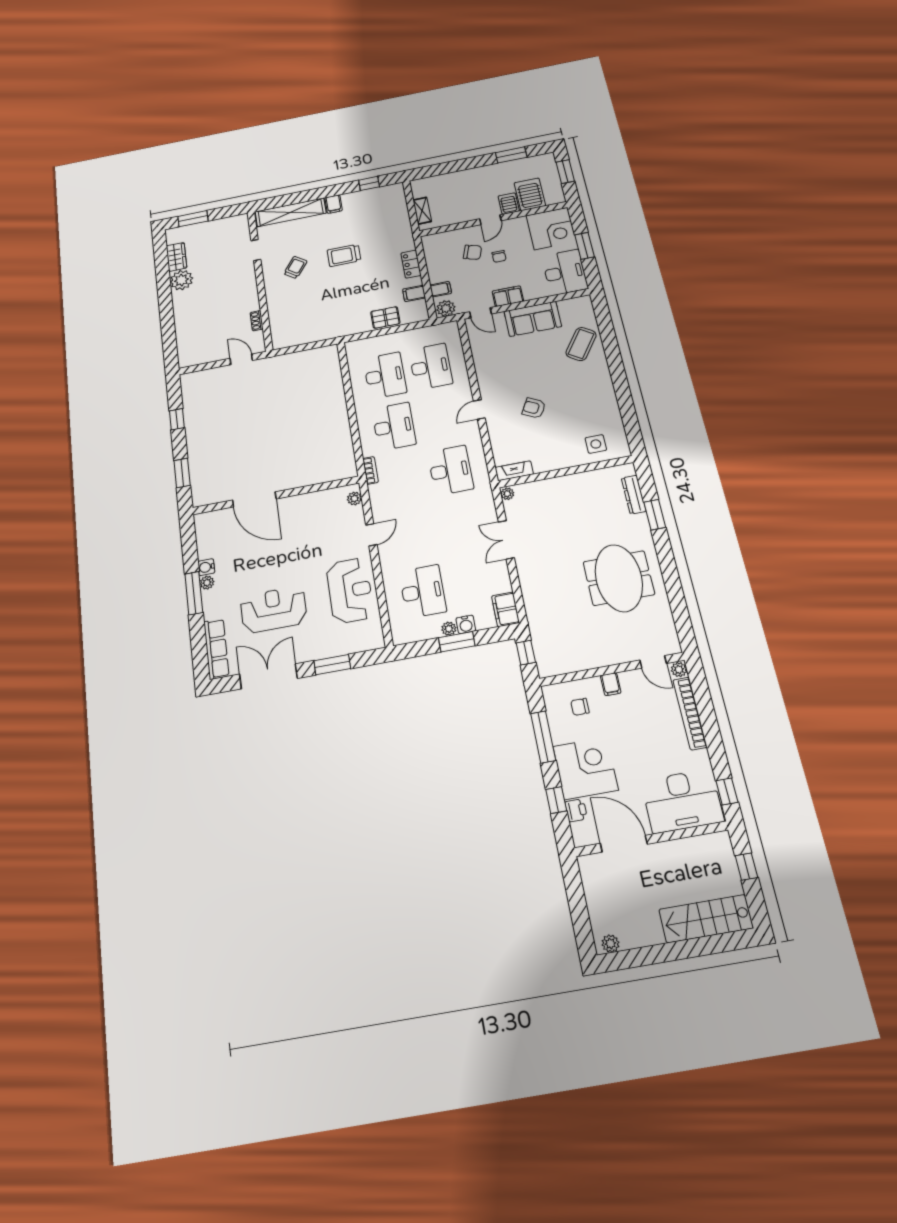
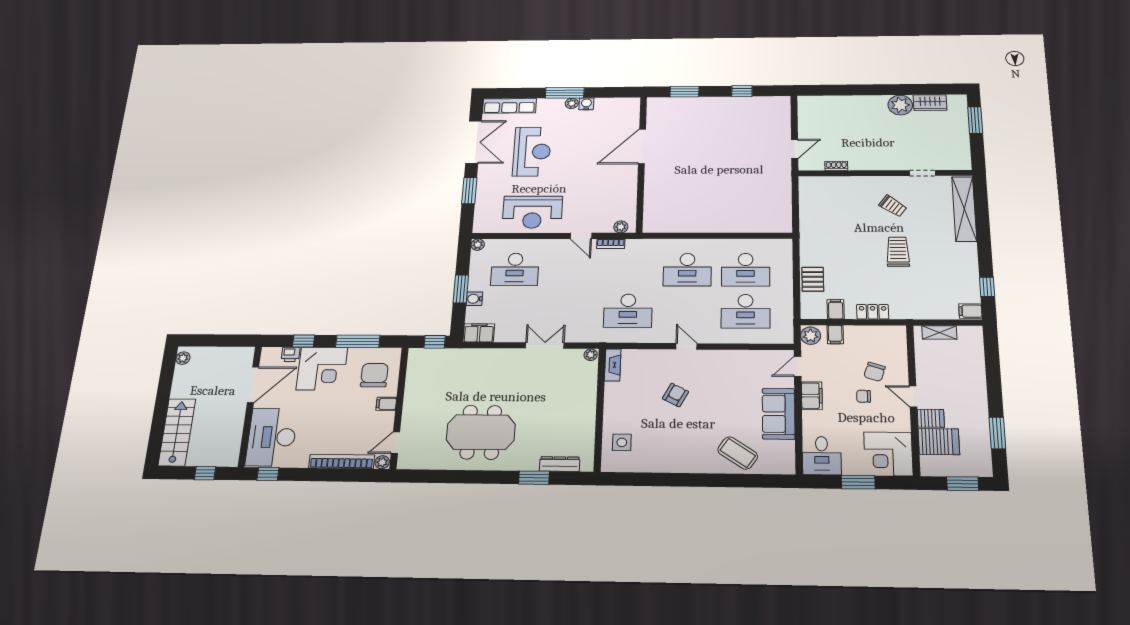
filing cabinet: (334, 204) -> (970, 311), moved
desk: (565, 272) -> (822, 456), width x0.73
bookcase: (370, 470) -> (611, 244), moved
plant: (449, 629) -> (478, 245), moved
chair: (580, 707) -> (374, 375), width x1.87, depth x1.87

